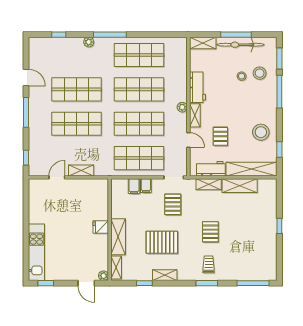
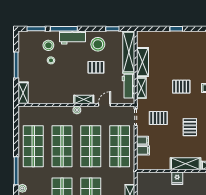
bicycle: (240, 45) -> (25, 61), removed
workbench: (198, 87) -> (72, 37), moved, turned 180
pallet: (220, 136) -> (96, 67), moved
pallet: (162, 242) -> (190, 127), width x0.67, depth x0.71

